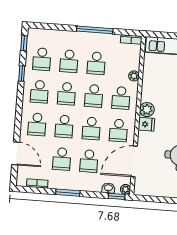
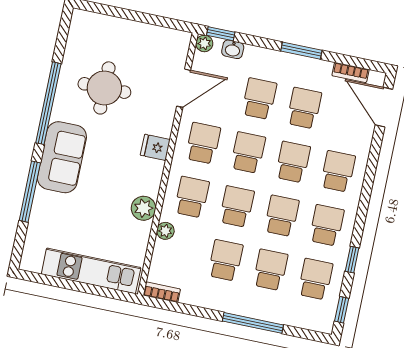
window: (95, 30) -> (253, 323), moved
plant: (147, 110) -> (144, 208), moved
door: (16, 153) -> (384, 107), moved
door: (134, 161) -> (184, 88), width x0.73

